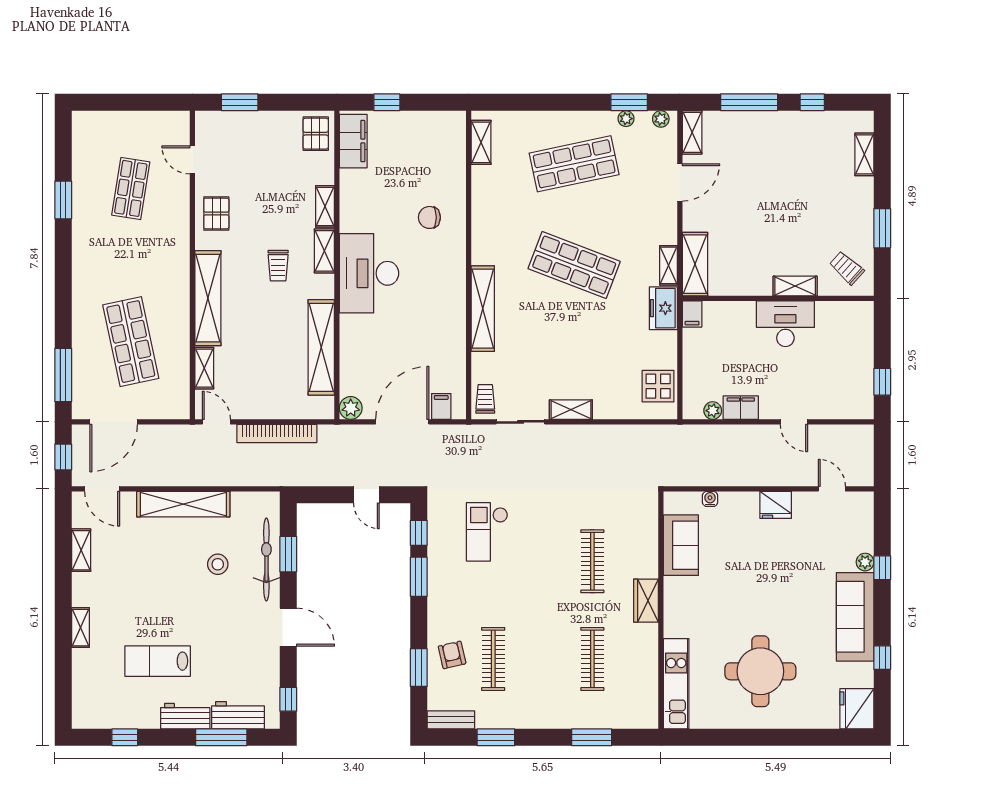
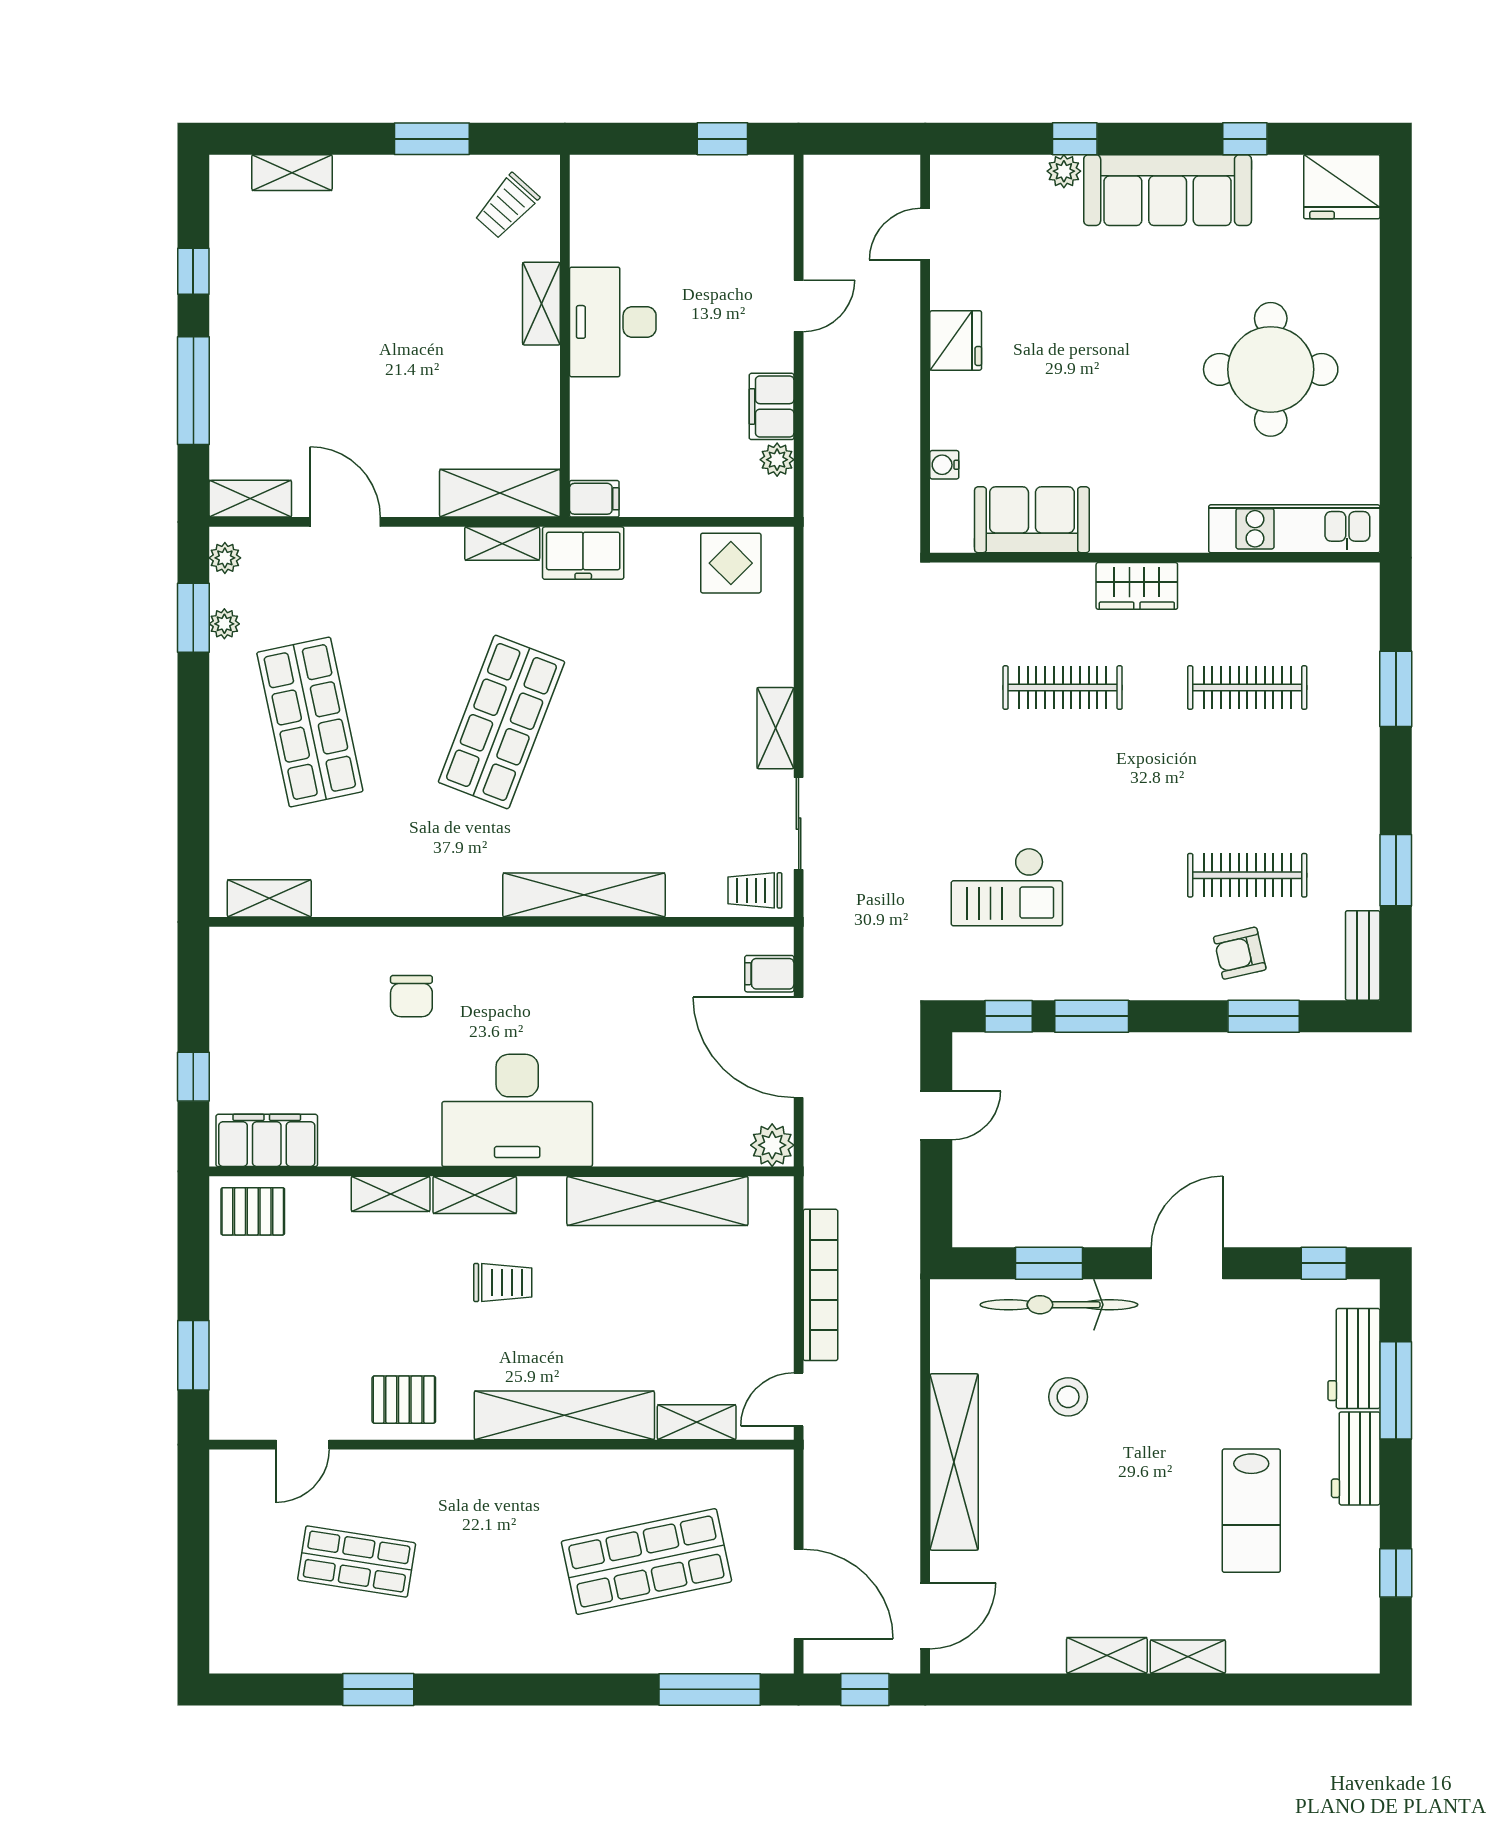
shelving: (81, 550) -> (1107, 1655), moved

